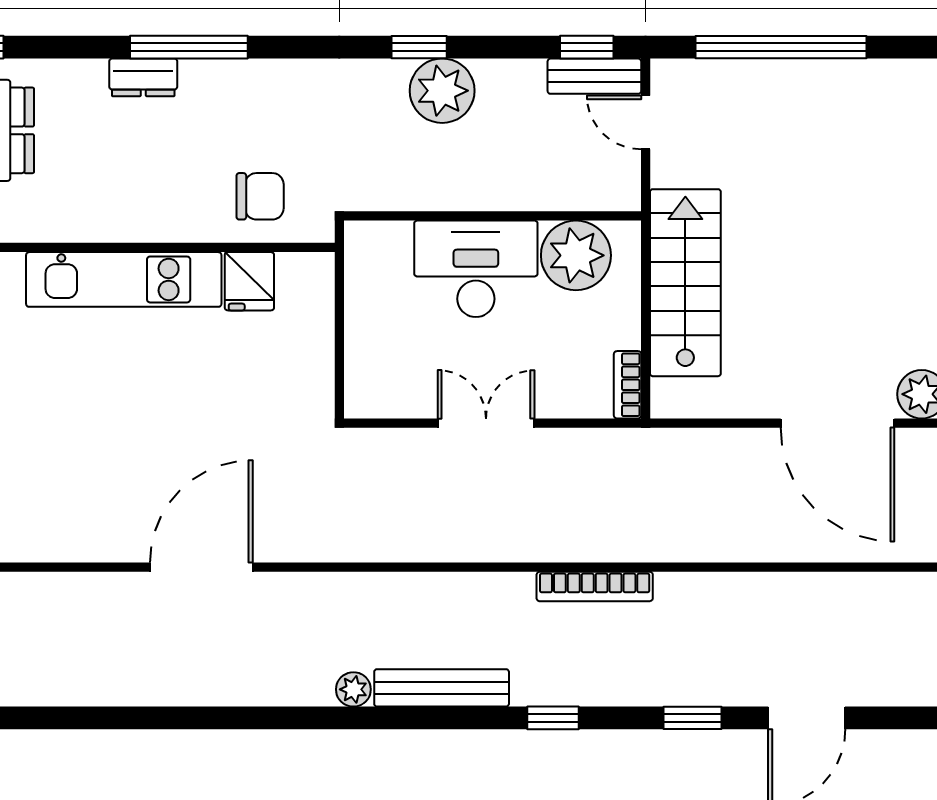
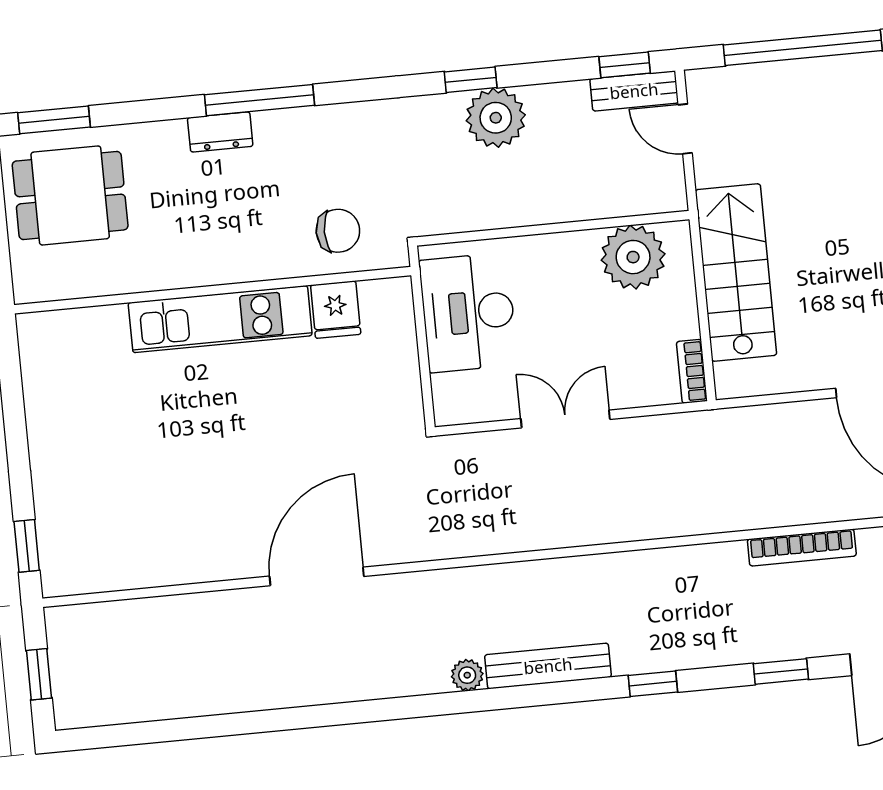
desk: (476, 269) -> (468, 313), moved, turned -90
bookcase: (595, 586) -> (802, 548), moved

